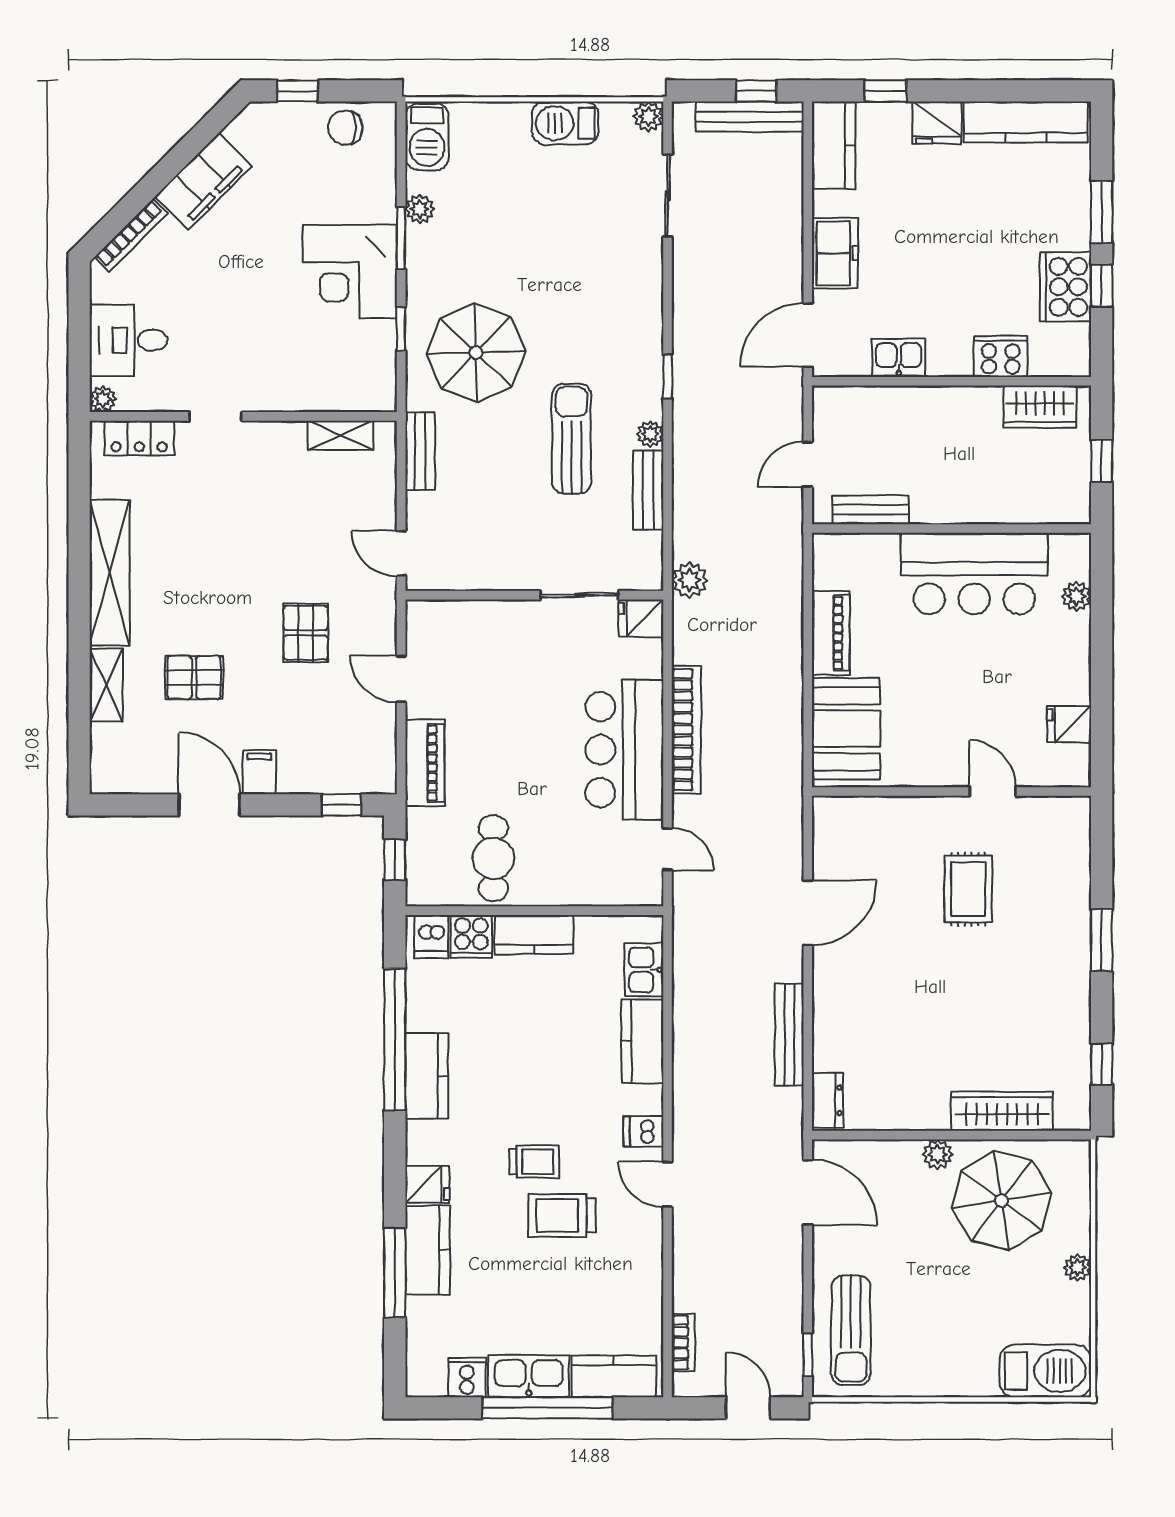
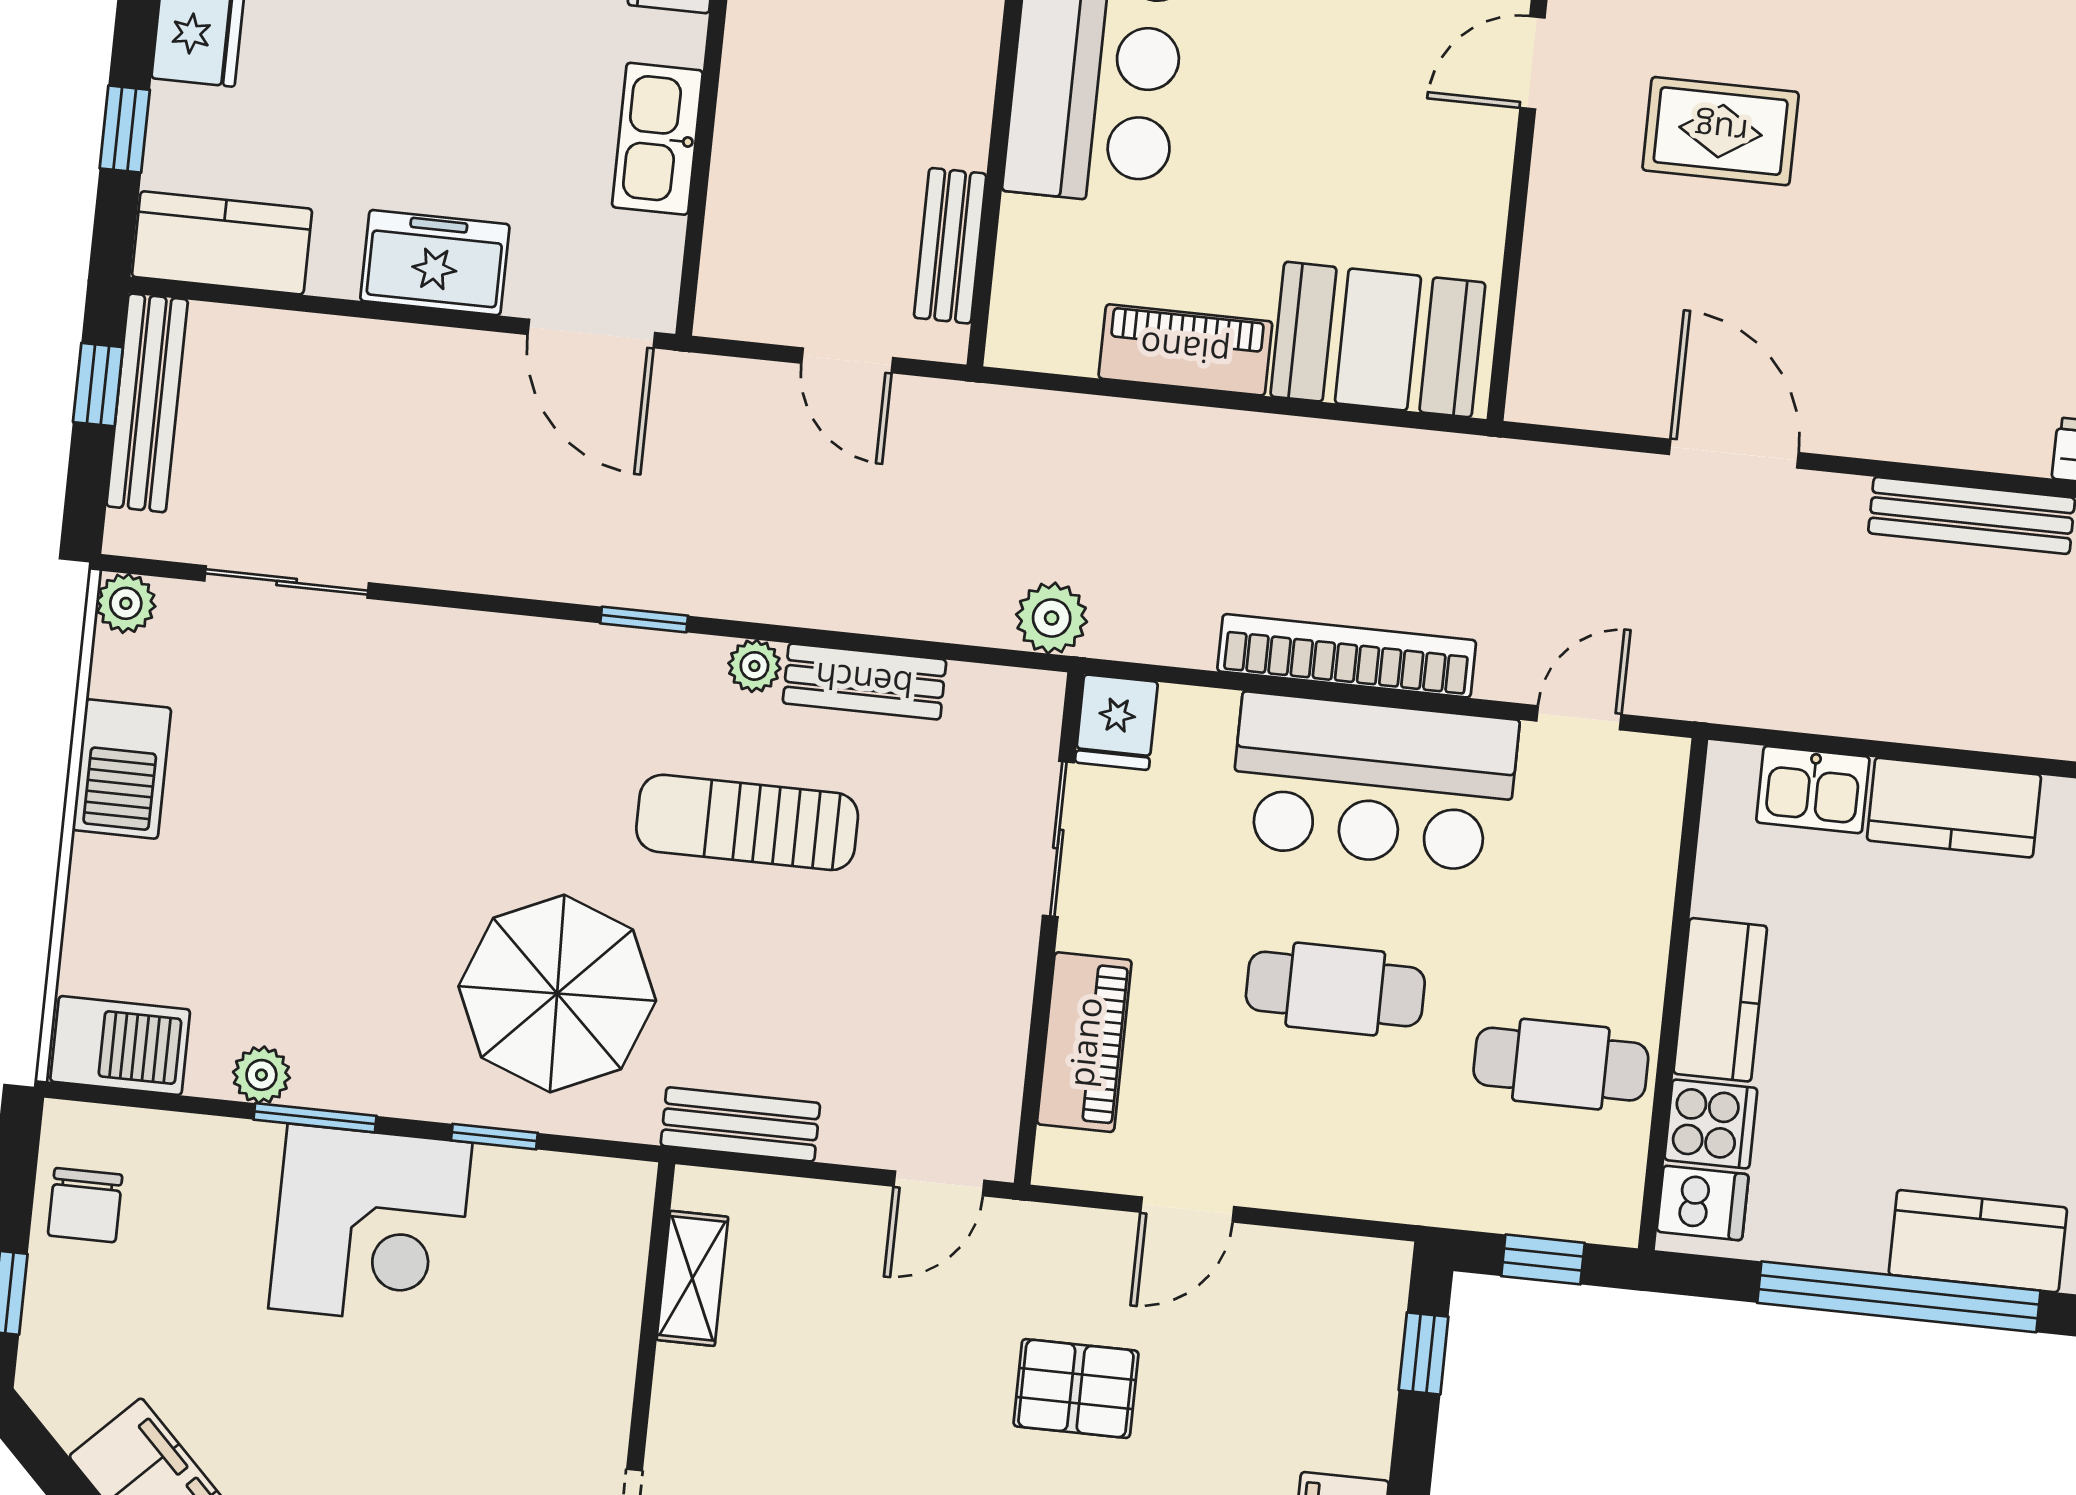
kitchen sink: (899, 358) -> (657, 139), width x1.38
cafe table: (519, 742) -> (1335, 989), added
piano: (425, 763) -> (1084, 1042), moved, turned 90

